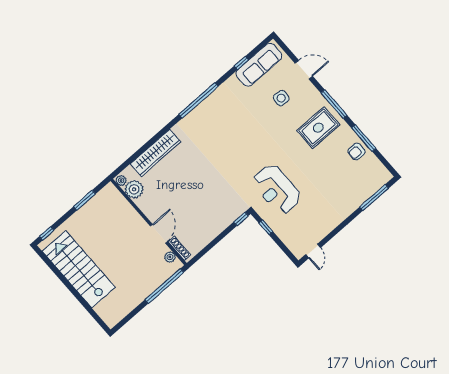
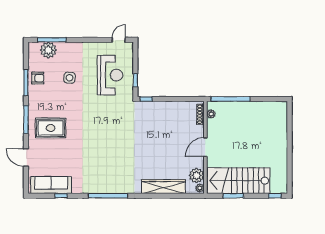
side table: (281, 98) -> (70, 78), moved
rug: (318, 128) -> (51, 128), moved
plant: (369, 185) -> (48, 50), added
reception desk: (277, 189) -> (110, 75), moved
door: (159, 234) -> (205, 147), moved
stairs: (79, 269) -> (239, 181), moved, turned 90

